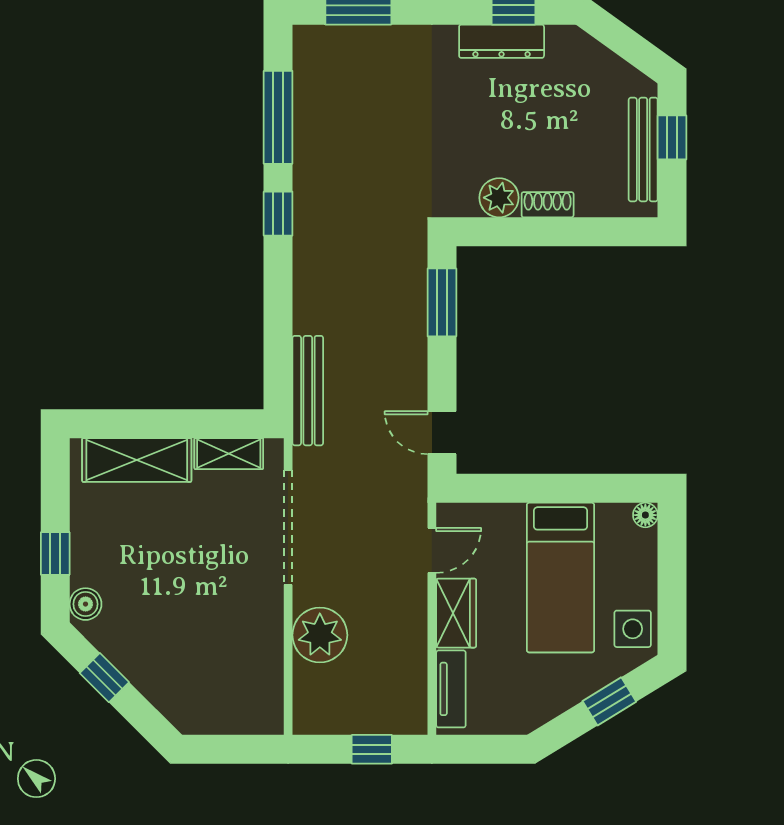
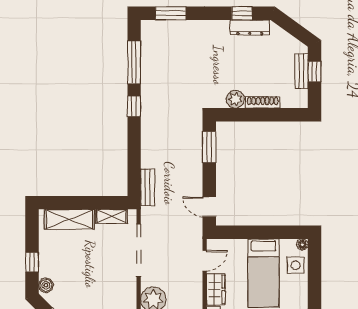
dresser: (502, 41) -> (250, 28), moved
bench: (643, 150) -> (301, 71), width x0.73
shoe rack: (548, 205) -> (263, 102), width x1.43
bench: (308, 391) -> (148, 188), width x0.73
side table: (633, 629) -> (296, 265), moved

